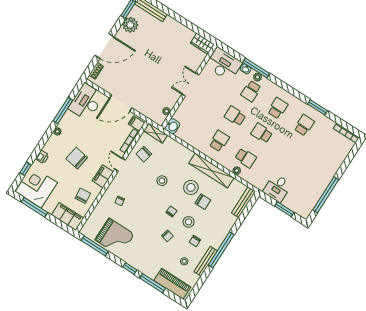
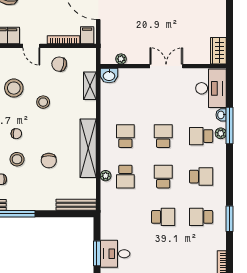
school desk: (304, 125) -> (201, 217), turned 180
shelving: (156, 133) -> (90, 86), moved
school desk: (219, 141) -> (125, 136), turned -90
school desk: (288, 150) -> (163, 217), added
door: (120, 165) -> (31, 46), swing flipped
stool: (191, 187) -> (14, 88), moved
desk: (277, 188) -> (115, 254), moved

